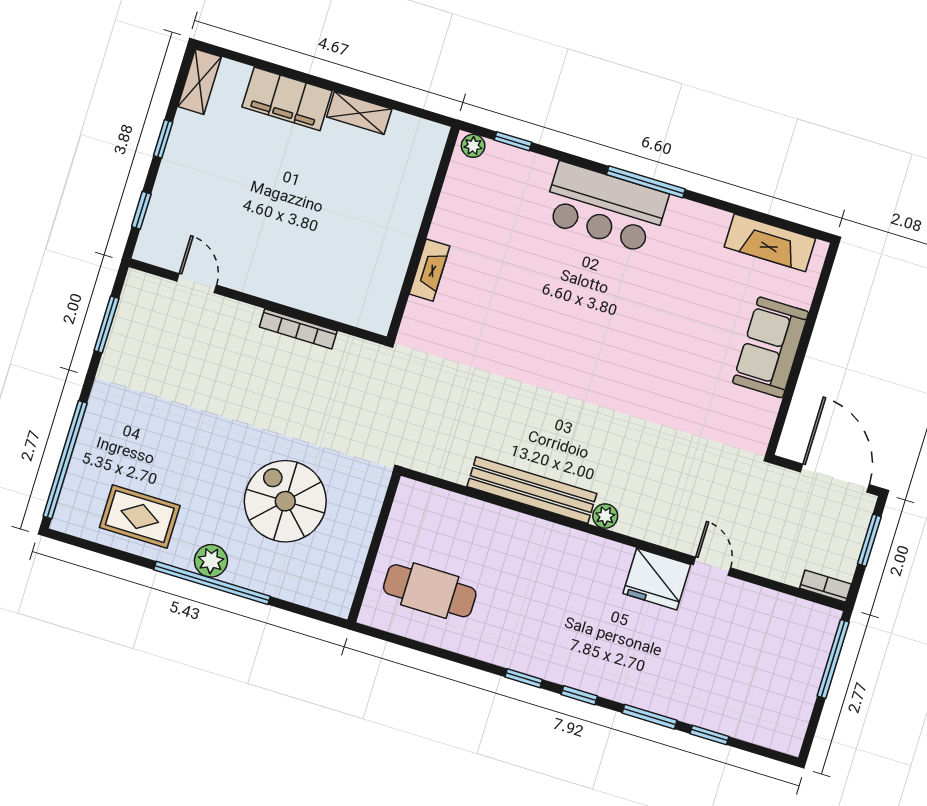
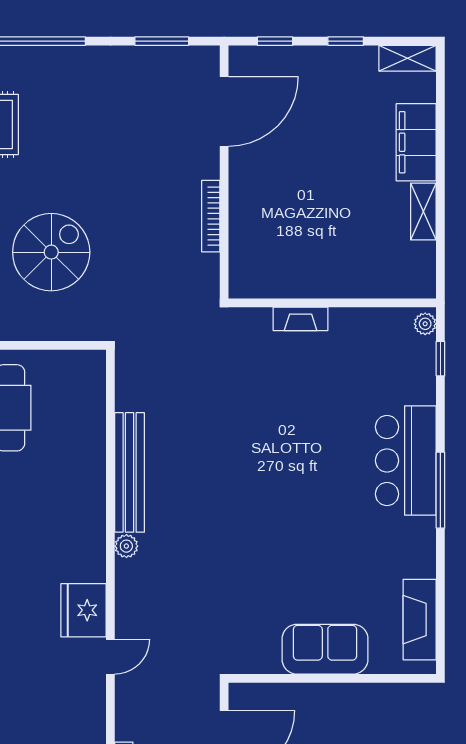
door: (197, 283) -> (224, 111), width x1.87

